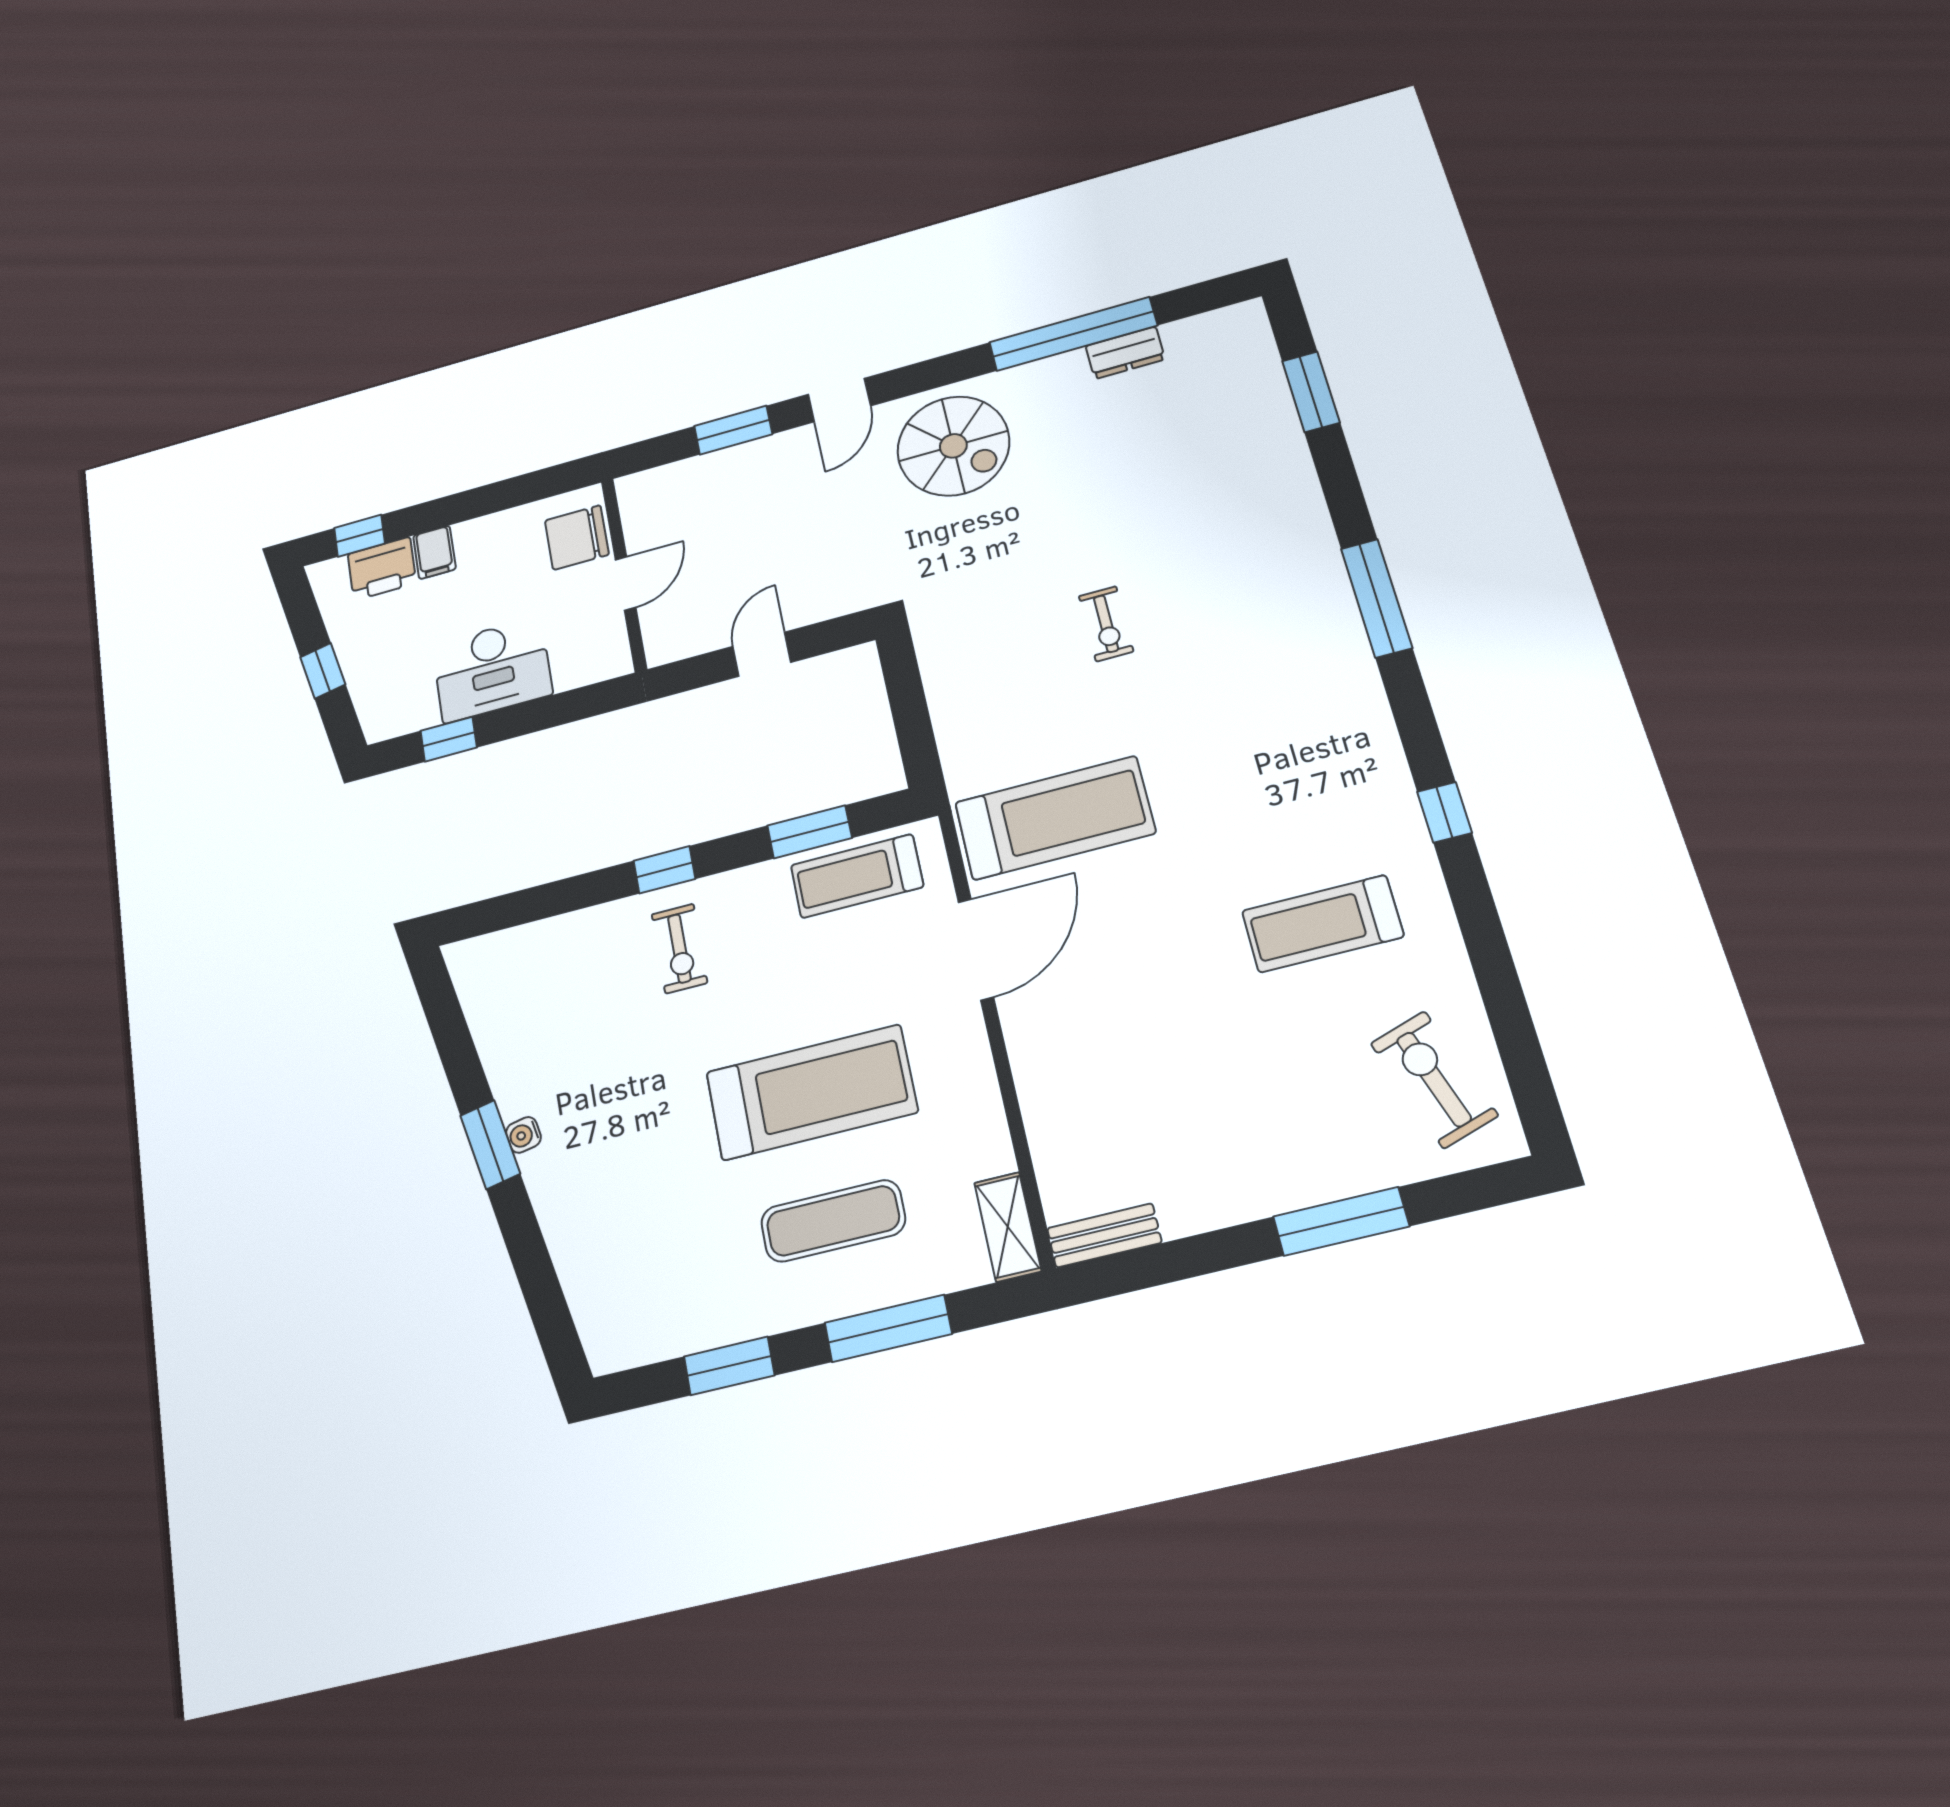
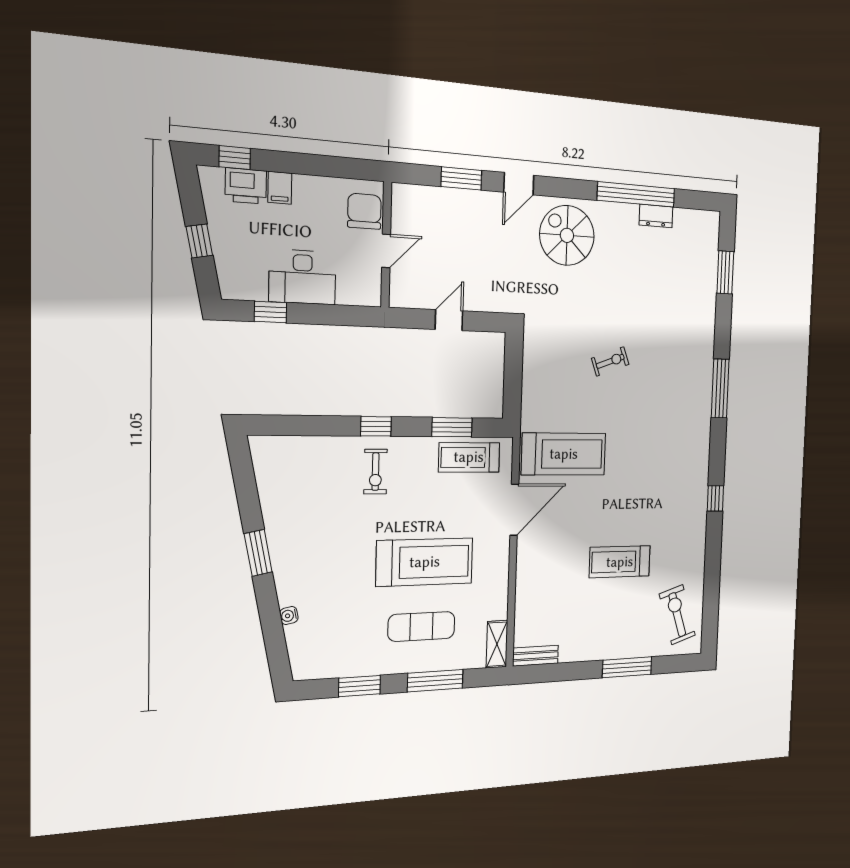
spiral stairs: (953, 446) -> (567, 235), turned 180
chair: (577, 537) -> (364, 211), turned 90
exercise bike: (1106, 624) -> (610, 361), turned -110
treadmill: (1322, 924) -> (620, 562), moved
water cooler: (524, 1135) -> (289, 616), moved

